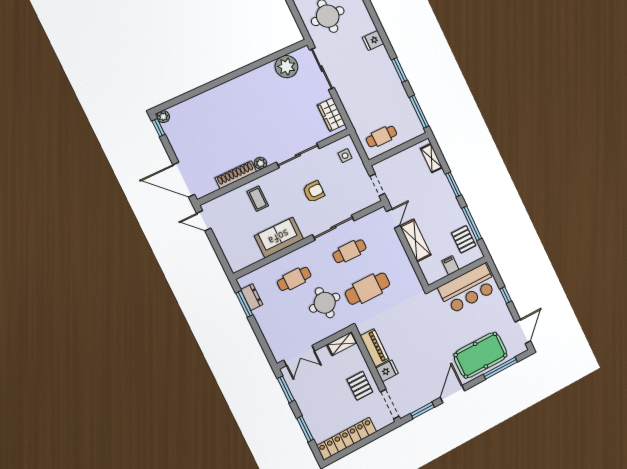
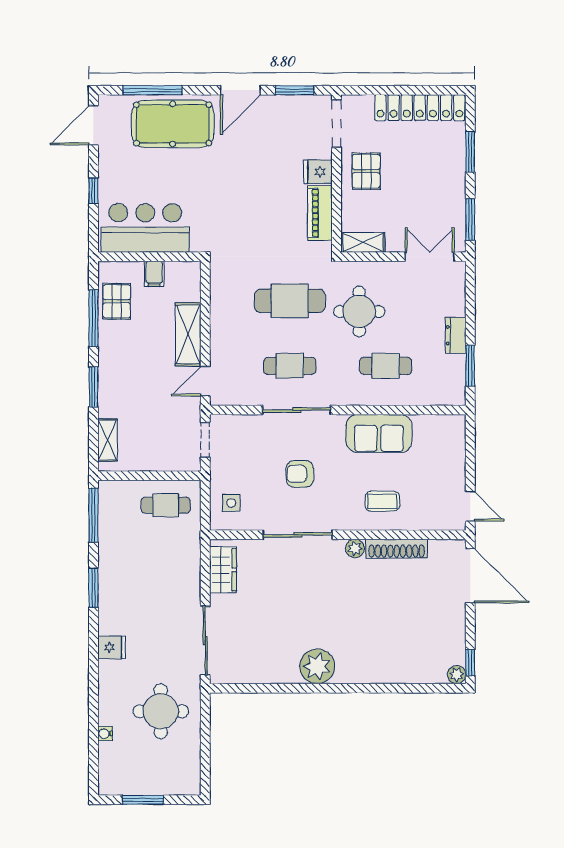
plant: (286, 67) -> (317, 666), moved
coffee table: (258, 199) -> (382, 501), turned 90
dresser: (252, 297) -> (456, 335), moved

